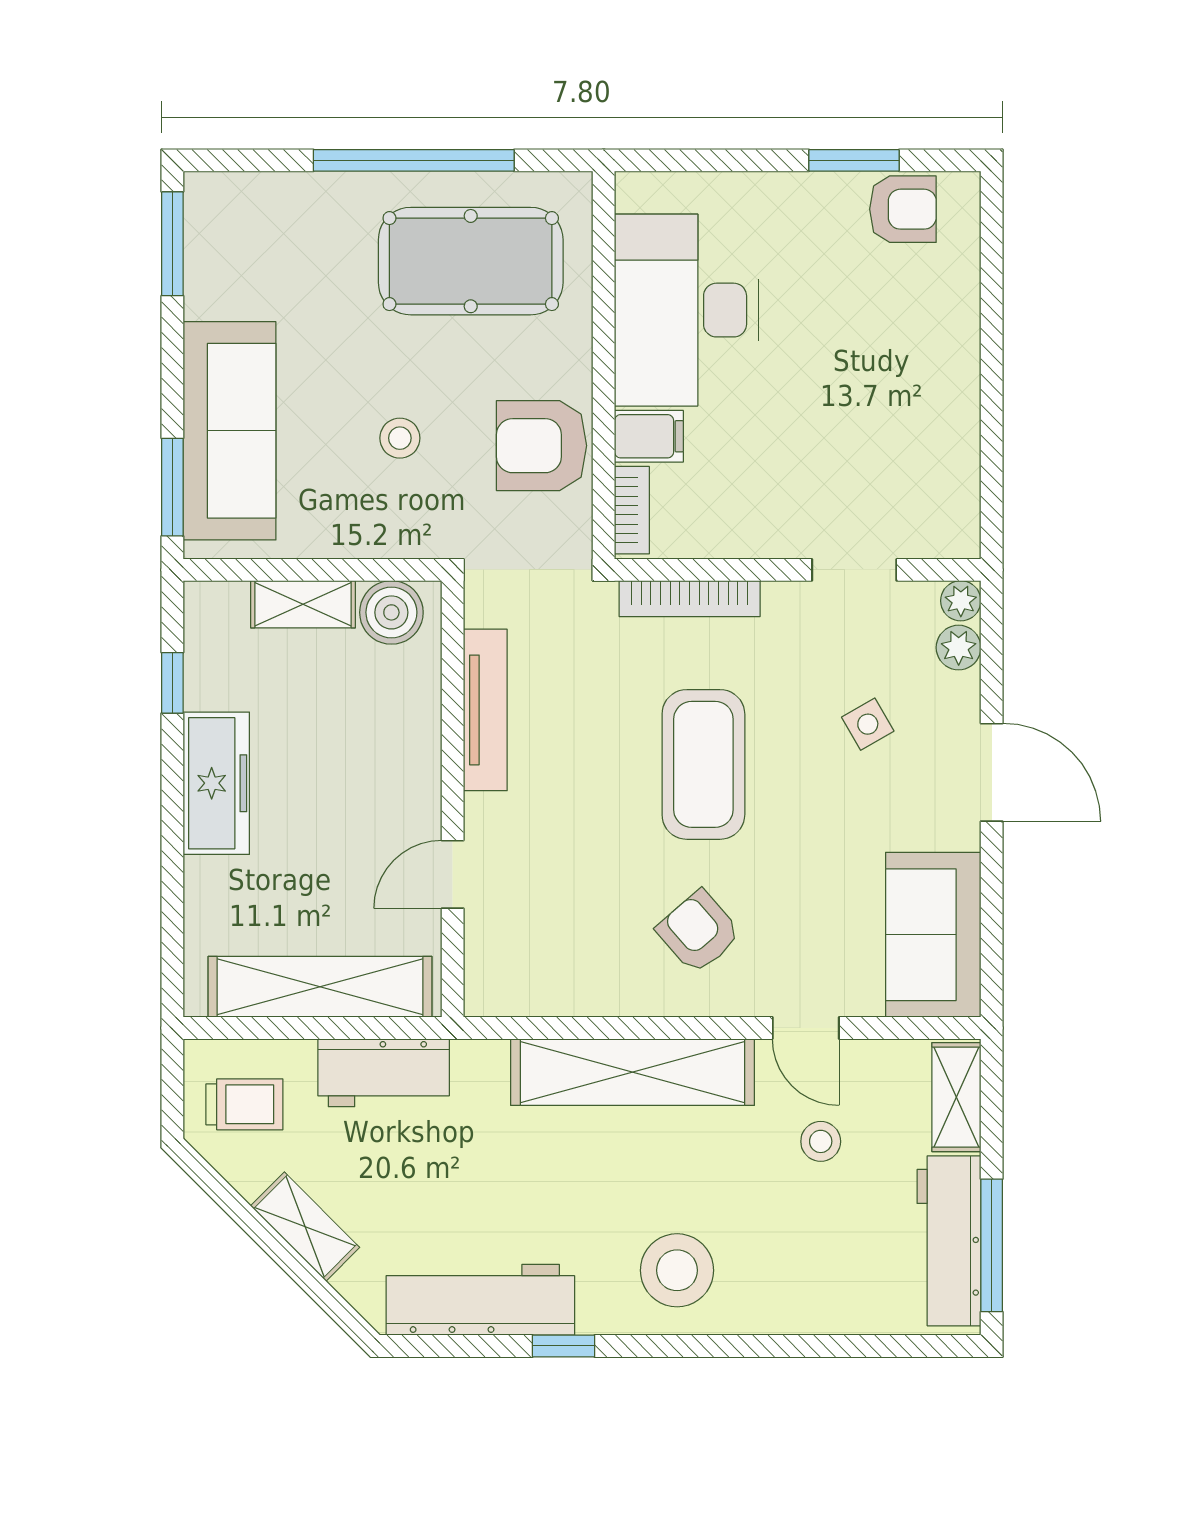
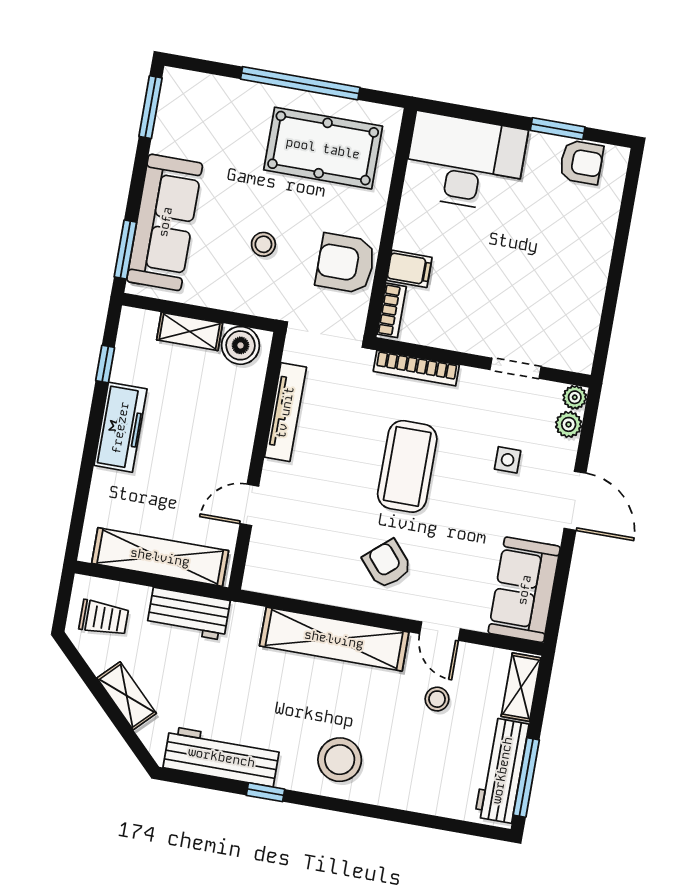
desk: (686, 310) -> (465, 162), moved, turned 90
side table: (868, 724) -> (508, 460), turned 30

